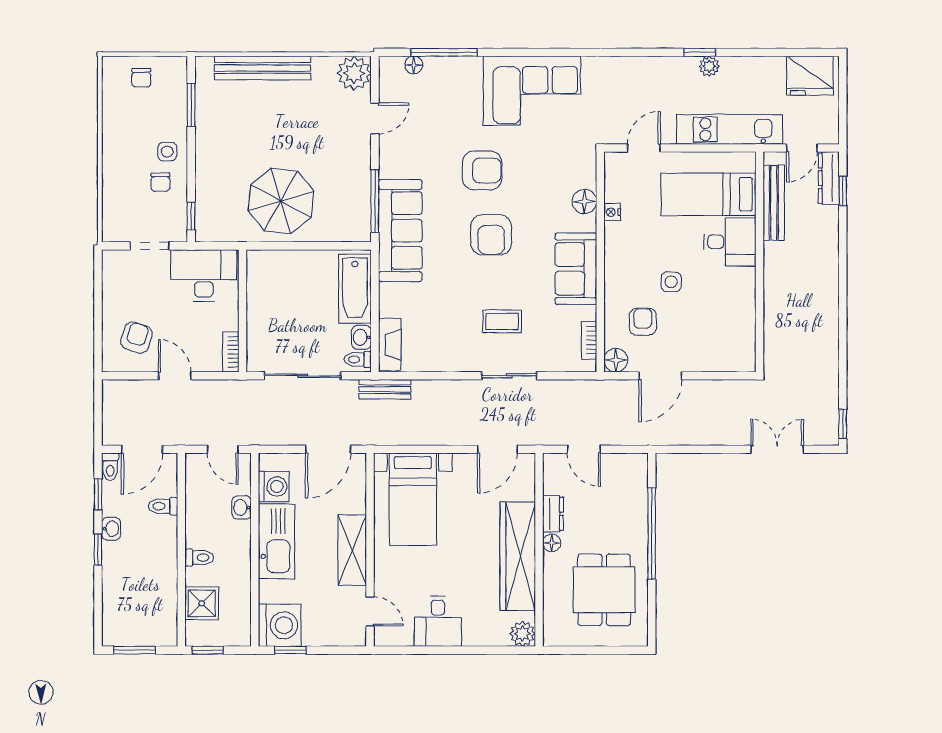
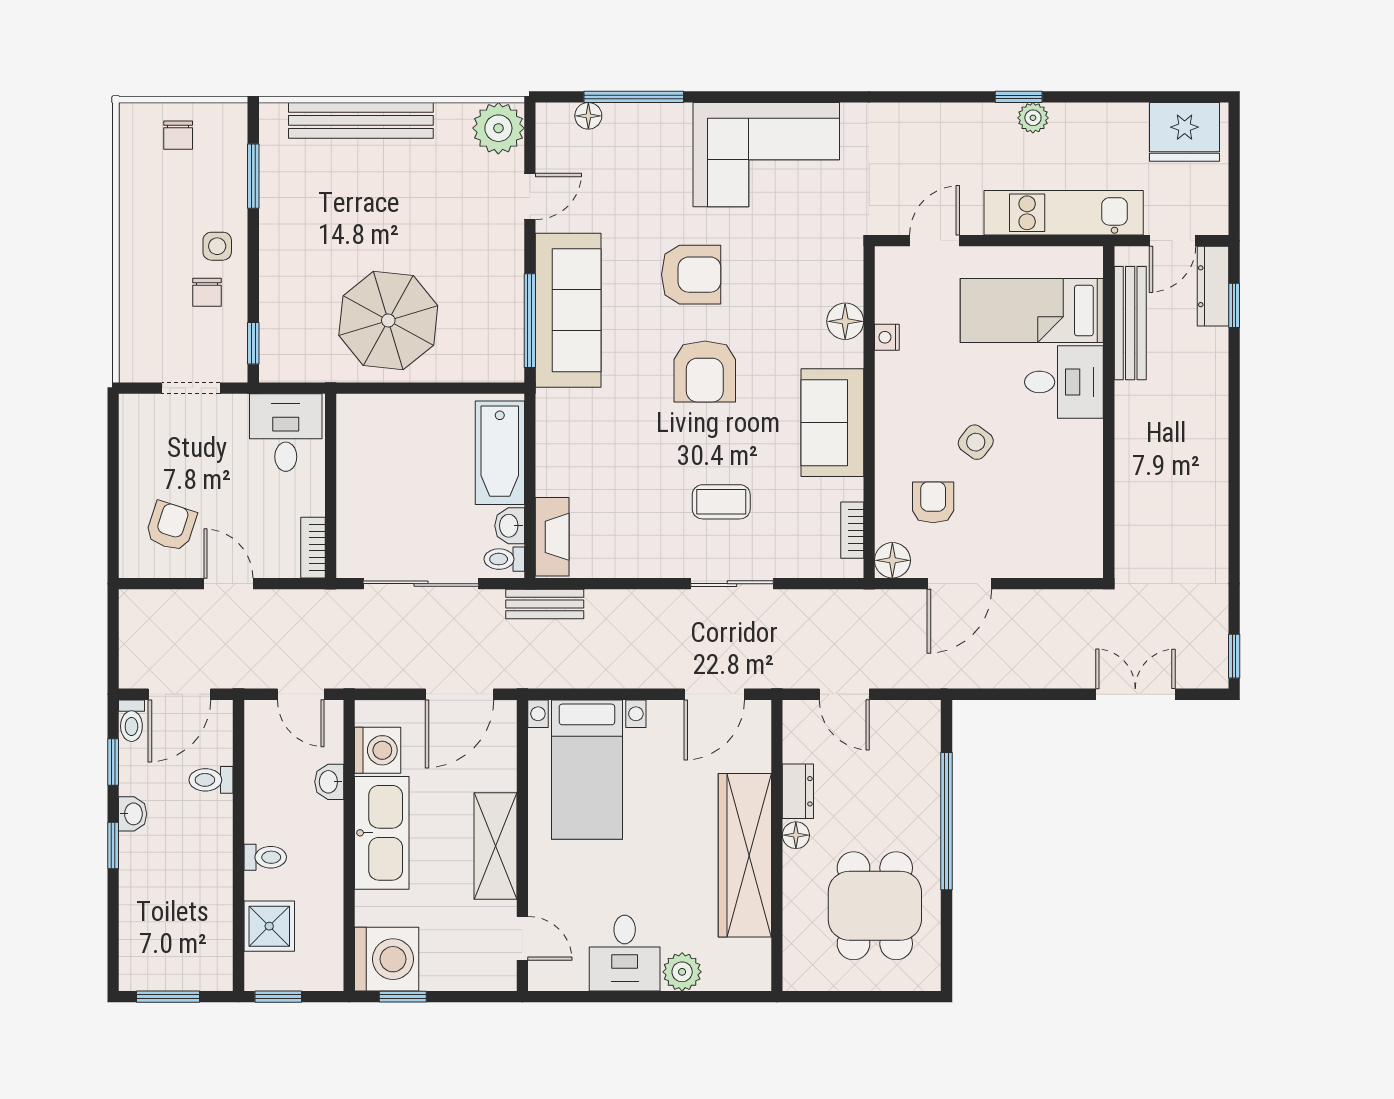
sofa: (400, 231) -> (568, 310), moved
desk: (204, 275) -> (286, 433), width x0.73
side table: (671, 282) -> (976, 442), turned 37
plant: (522, 634) -> (682, 972), moved

